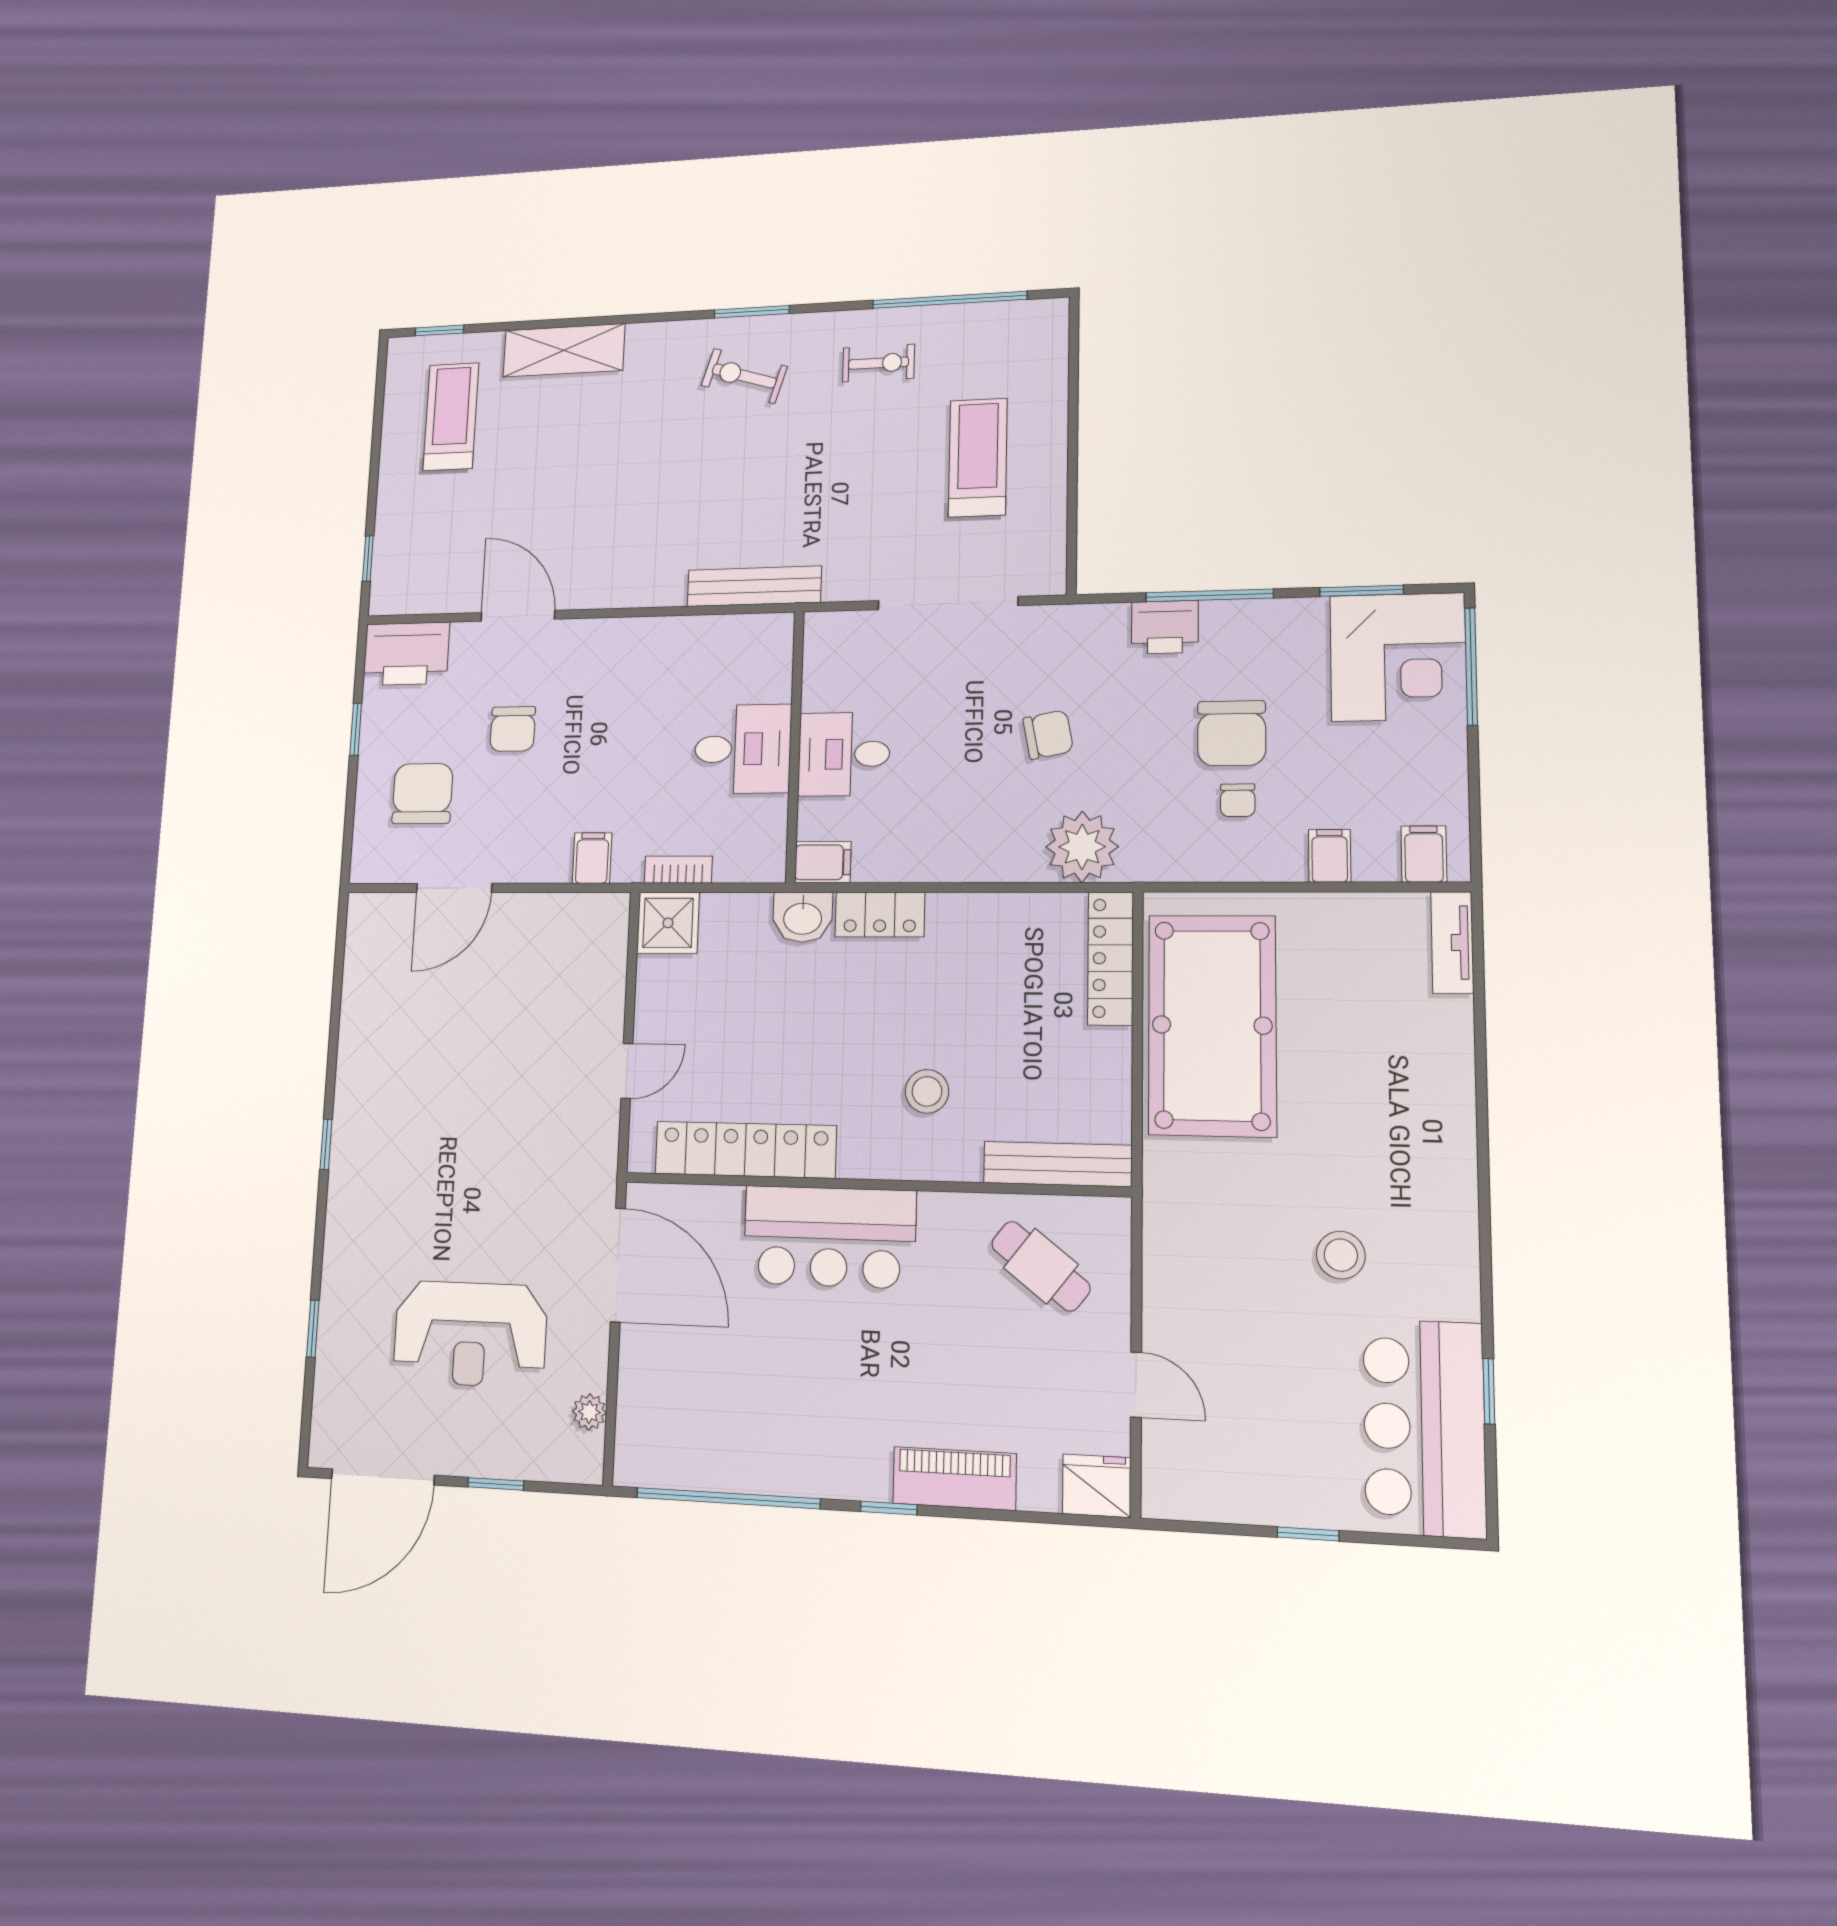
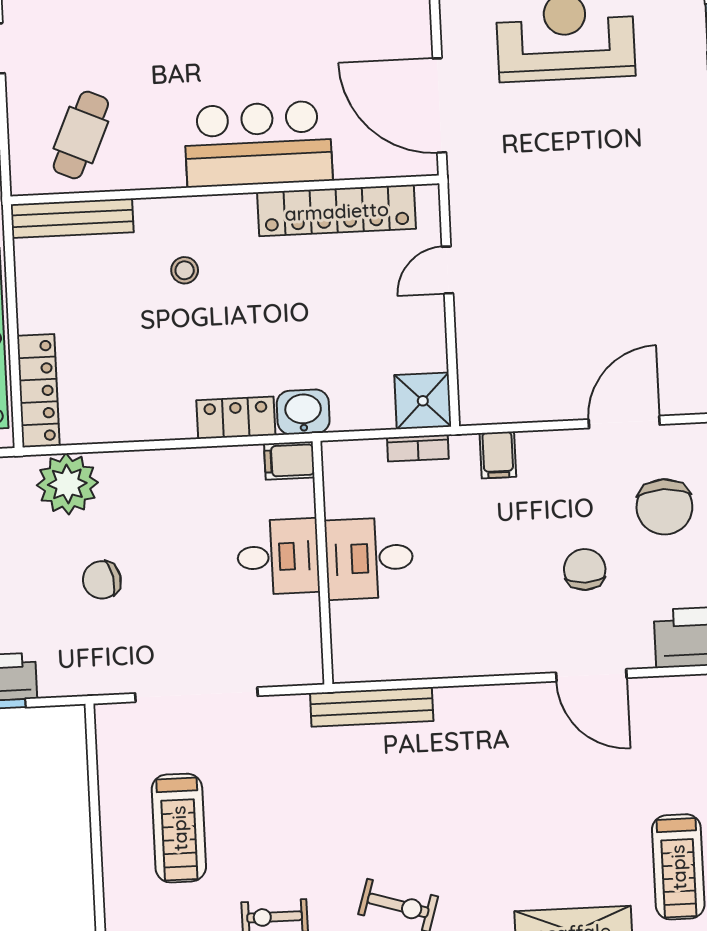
stool: (927, 1091) -> (185, 270), width x0.73, depth x0.73
cafe table: (1041, 1266) -> (81, 135), turned 76

